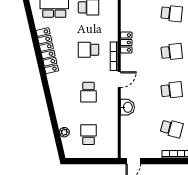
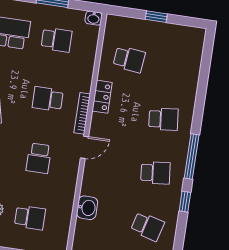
school desk: (172, 13) -> (129, 59), moved
washbasin: (127, 107) -> (87, 208), moved
school desk: (88, 135) -> (30, 218), turned 90

